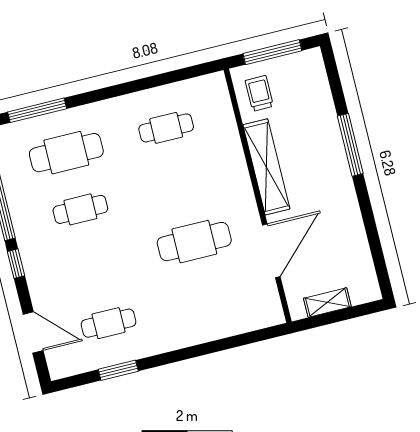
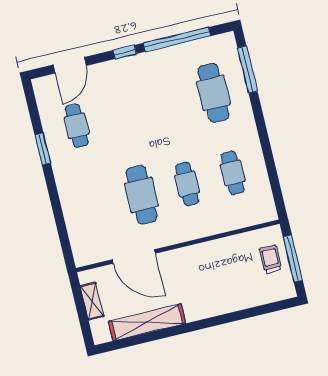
trolley: (259, 93) -> (270, 259), moved, turned -90
window: (350, 145) -> (218, 320), removed
shelving: (266, 167) -> (147, 322), moved
cafe table: (80, 209) -> (187, 184), moved
window: (118, 370) -> (43, 149), moved

